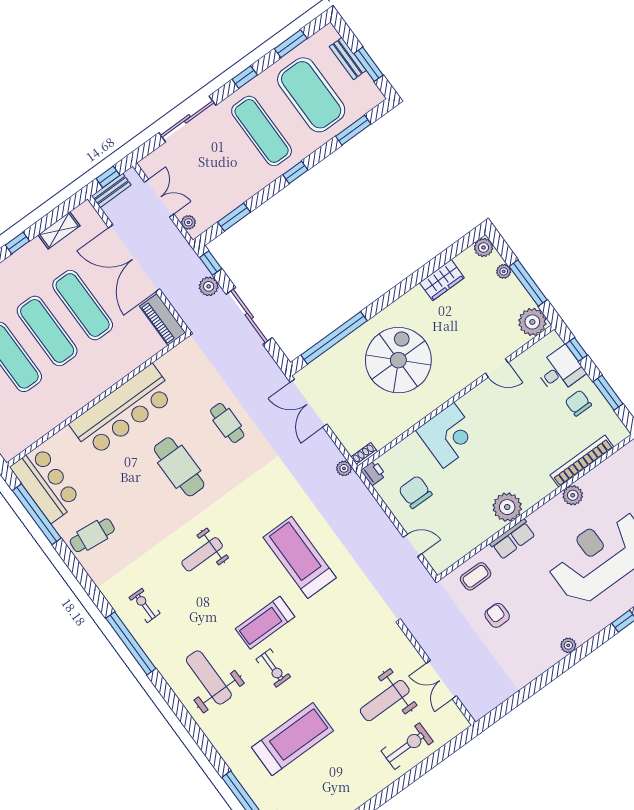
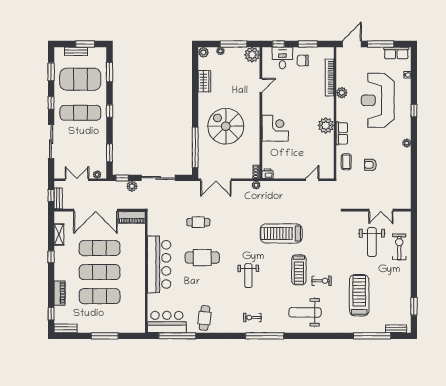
chair: (415, 492) -> (289, 161), removed

